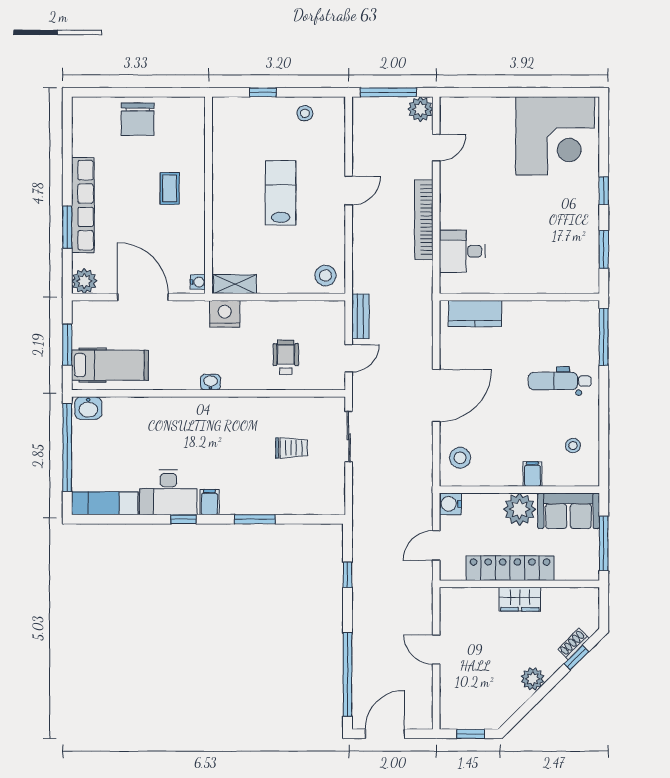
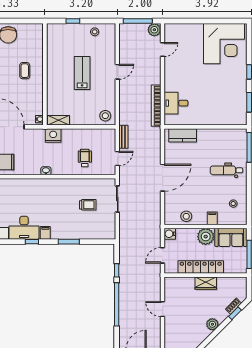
bookcase: (424, 220) -> (156, 106), moved
stool: (460, 458) -> (186, 216), moved
window: (348, 675) -> (117, 304), moved

